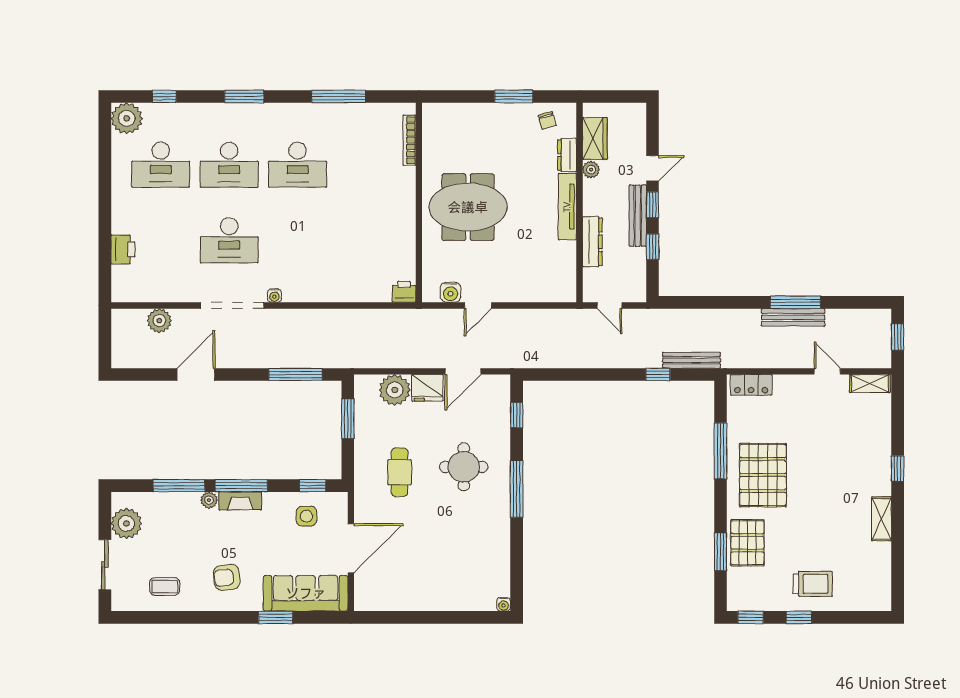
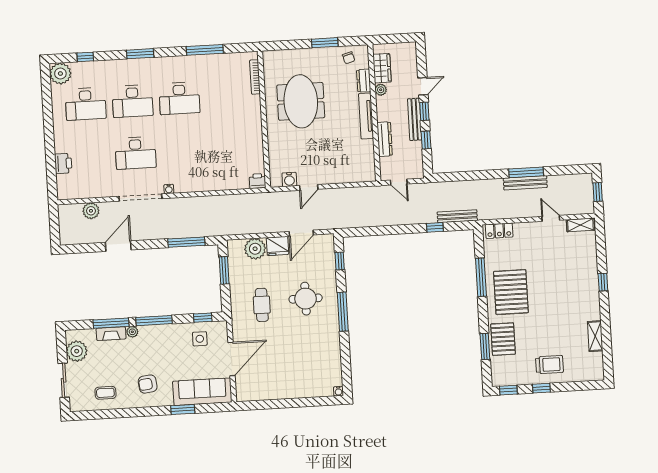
meeting table: (468, 207) -> (301, 101), moved, turned 90
fireplace: (240, 501) -> (111, 334), moved
shelving: (882, 519) -> (595, 336), moved

